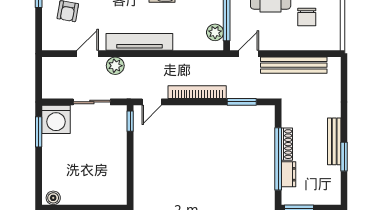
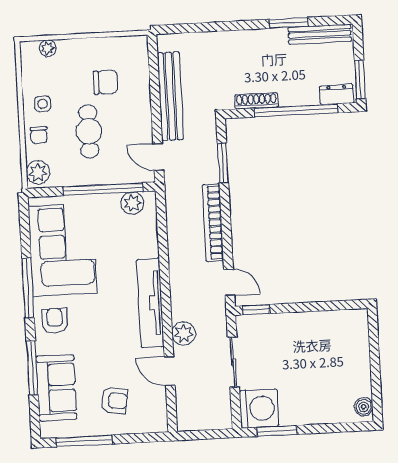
bench: (334, 141) -> (320, 34), moved
shoe rack: (287, 144) -> (256, 101), moved
dresser: (288, 174) -> (337, 94), moved

